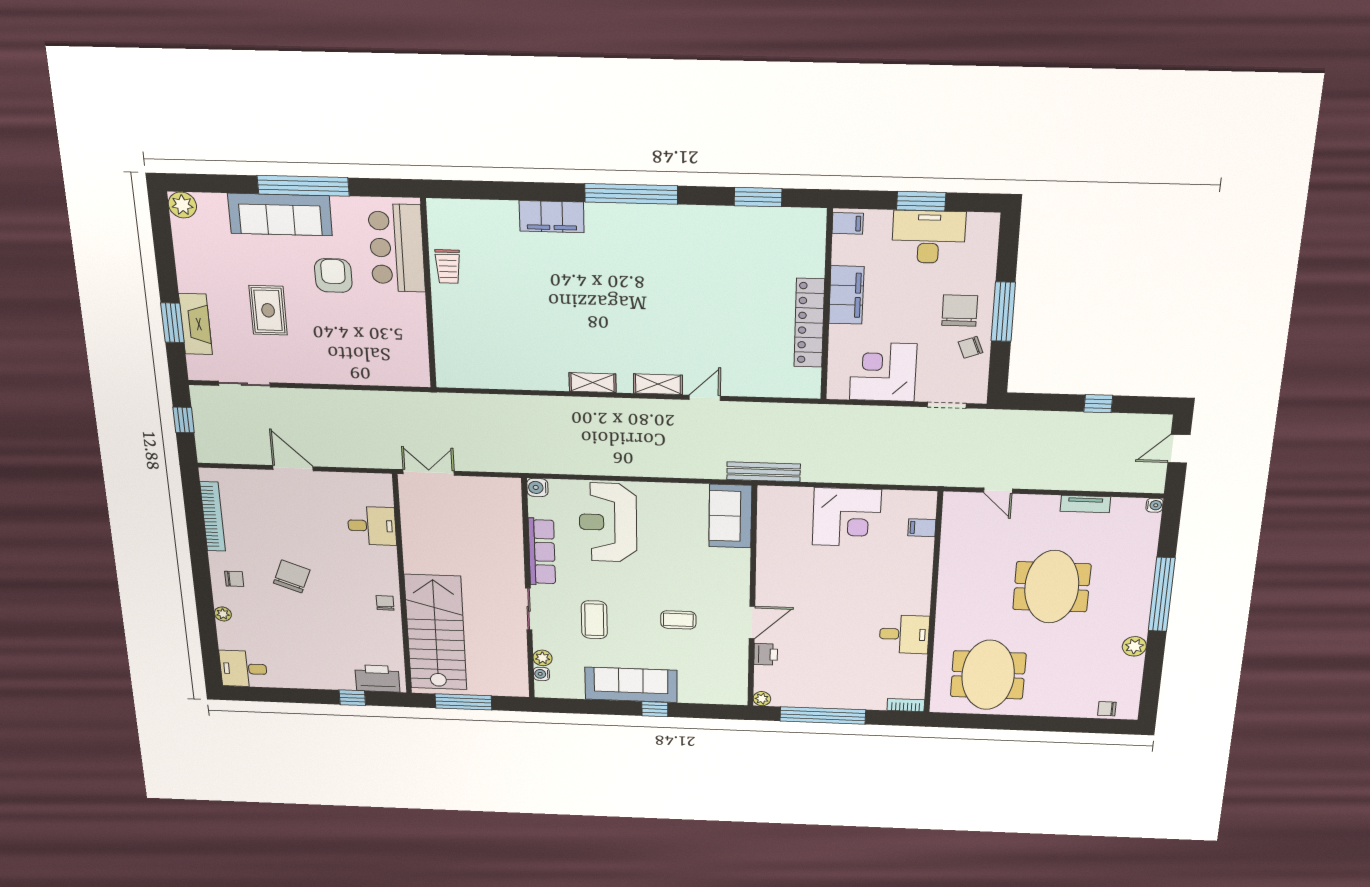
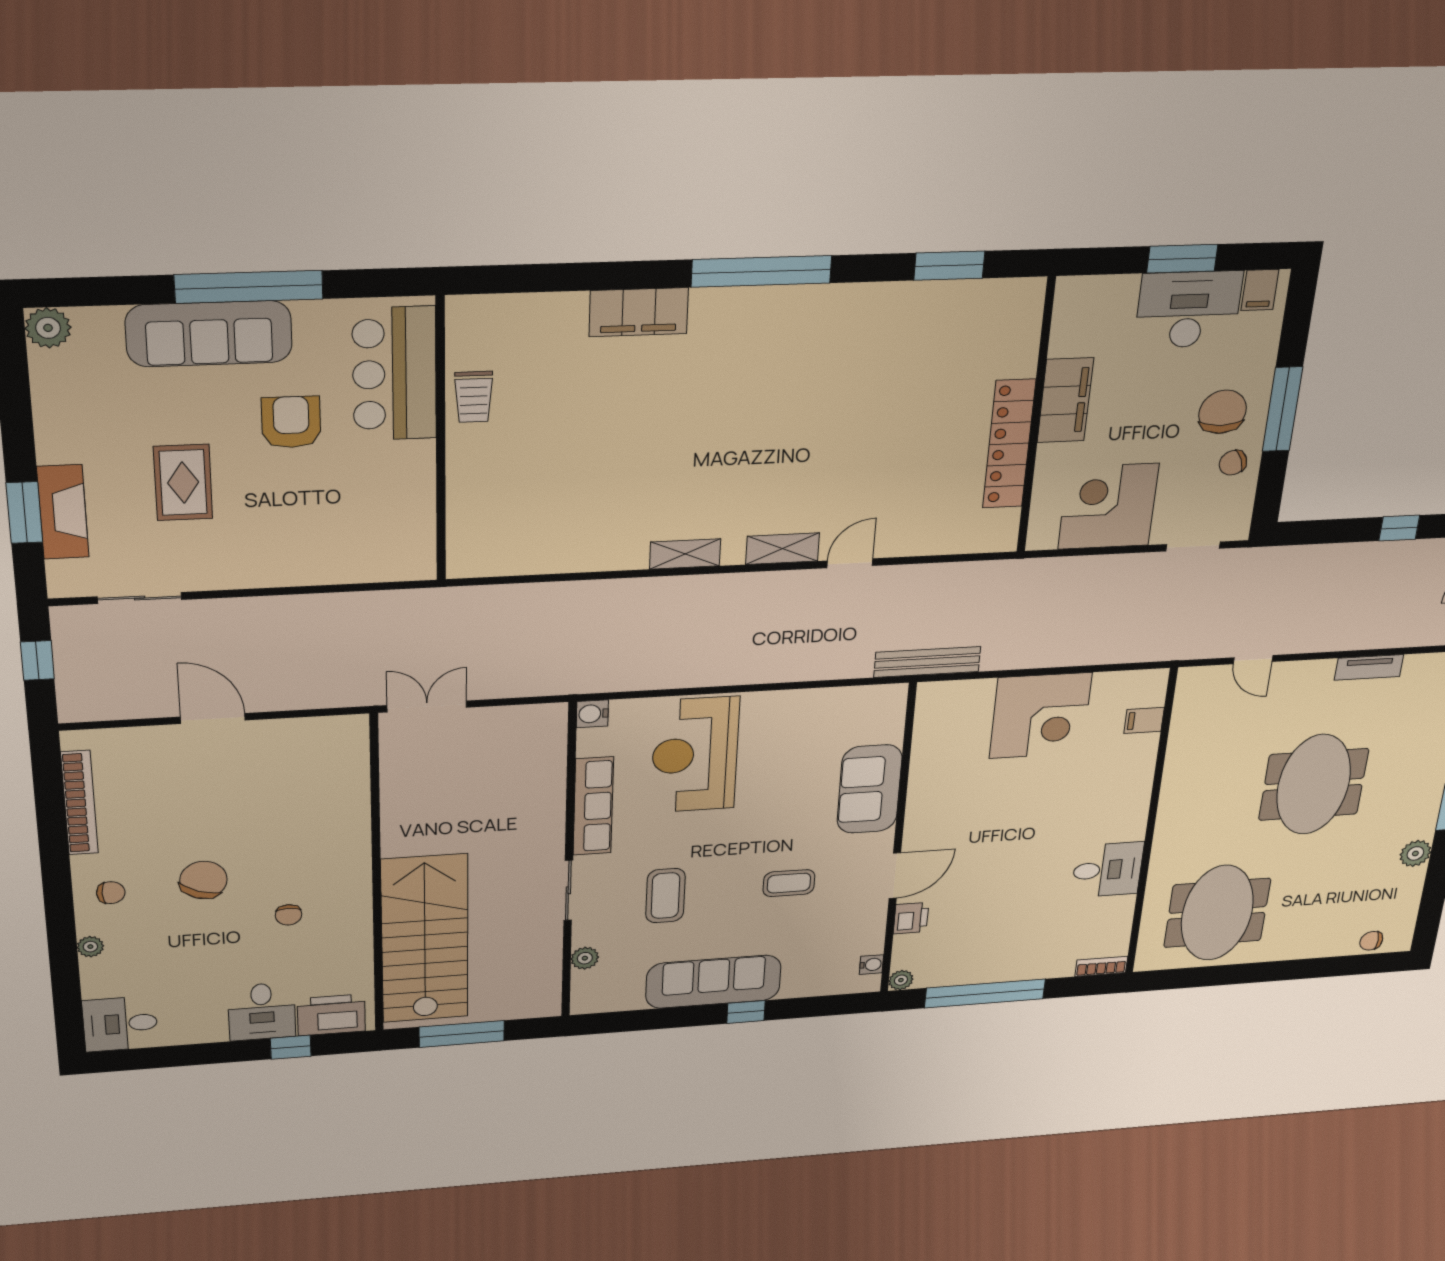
filing cabinet: (848, 223) -> (1260, 290), moved, turned 90
sofa: (730, 516) -> (869, 789), moved
desk: (372, 526) -> (262, 1012), moved, turned 90
chair: (385, 603) -> (289, 915), moved, turned 180
water cooler: (541, 674) -> (871, 965), moved, turned 180

